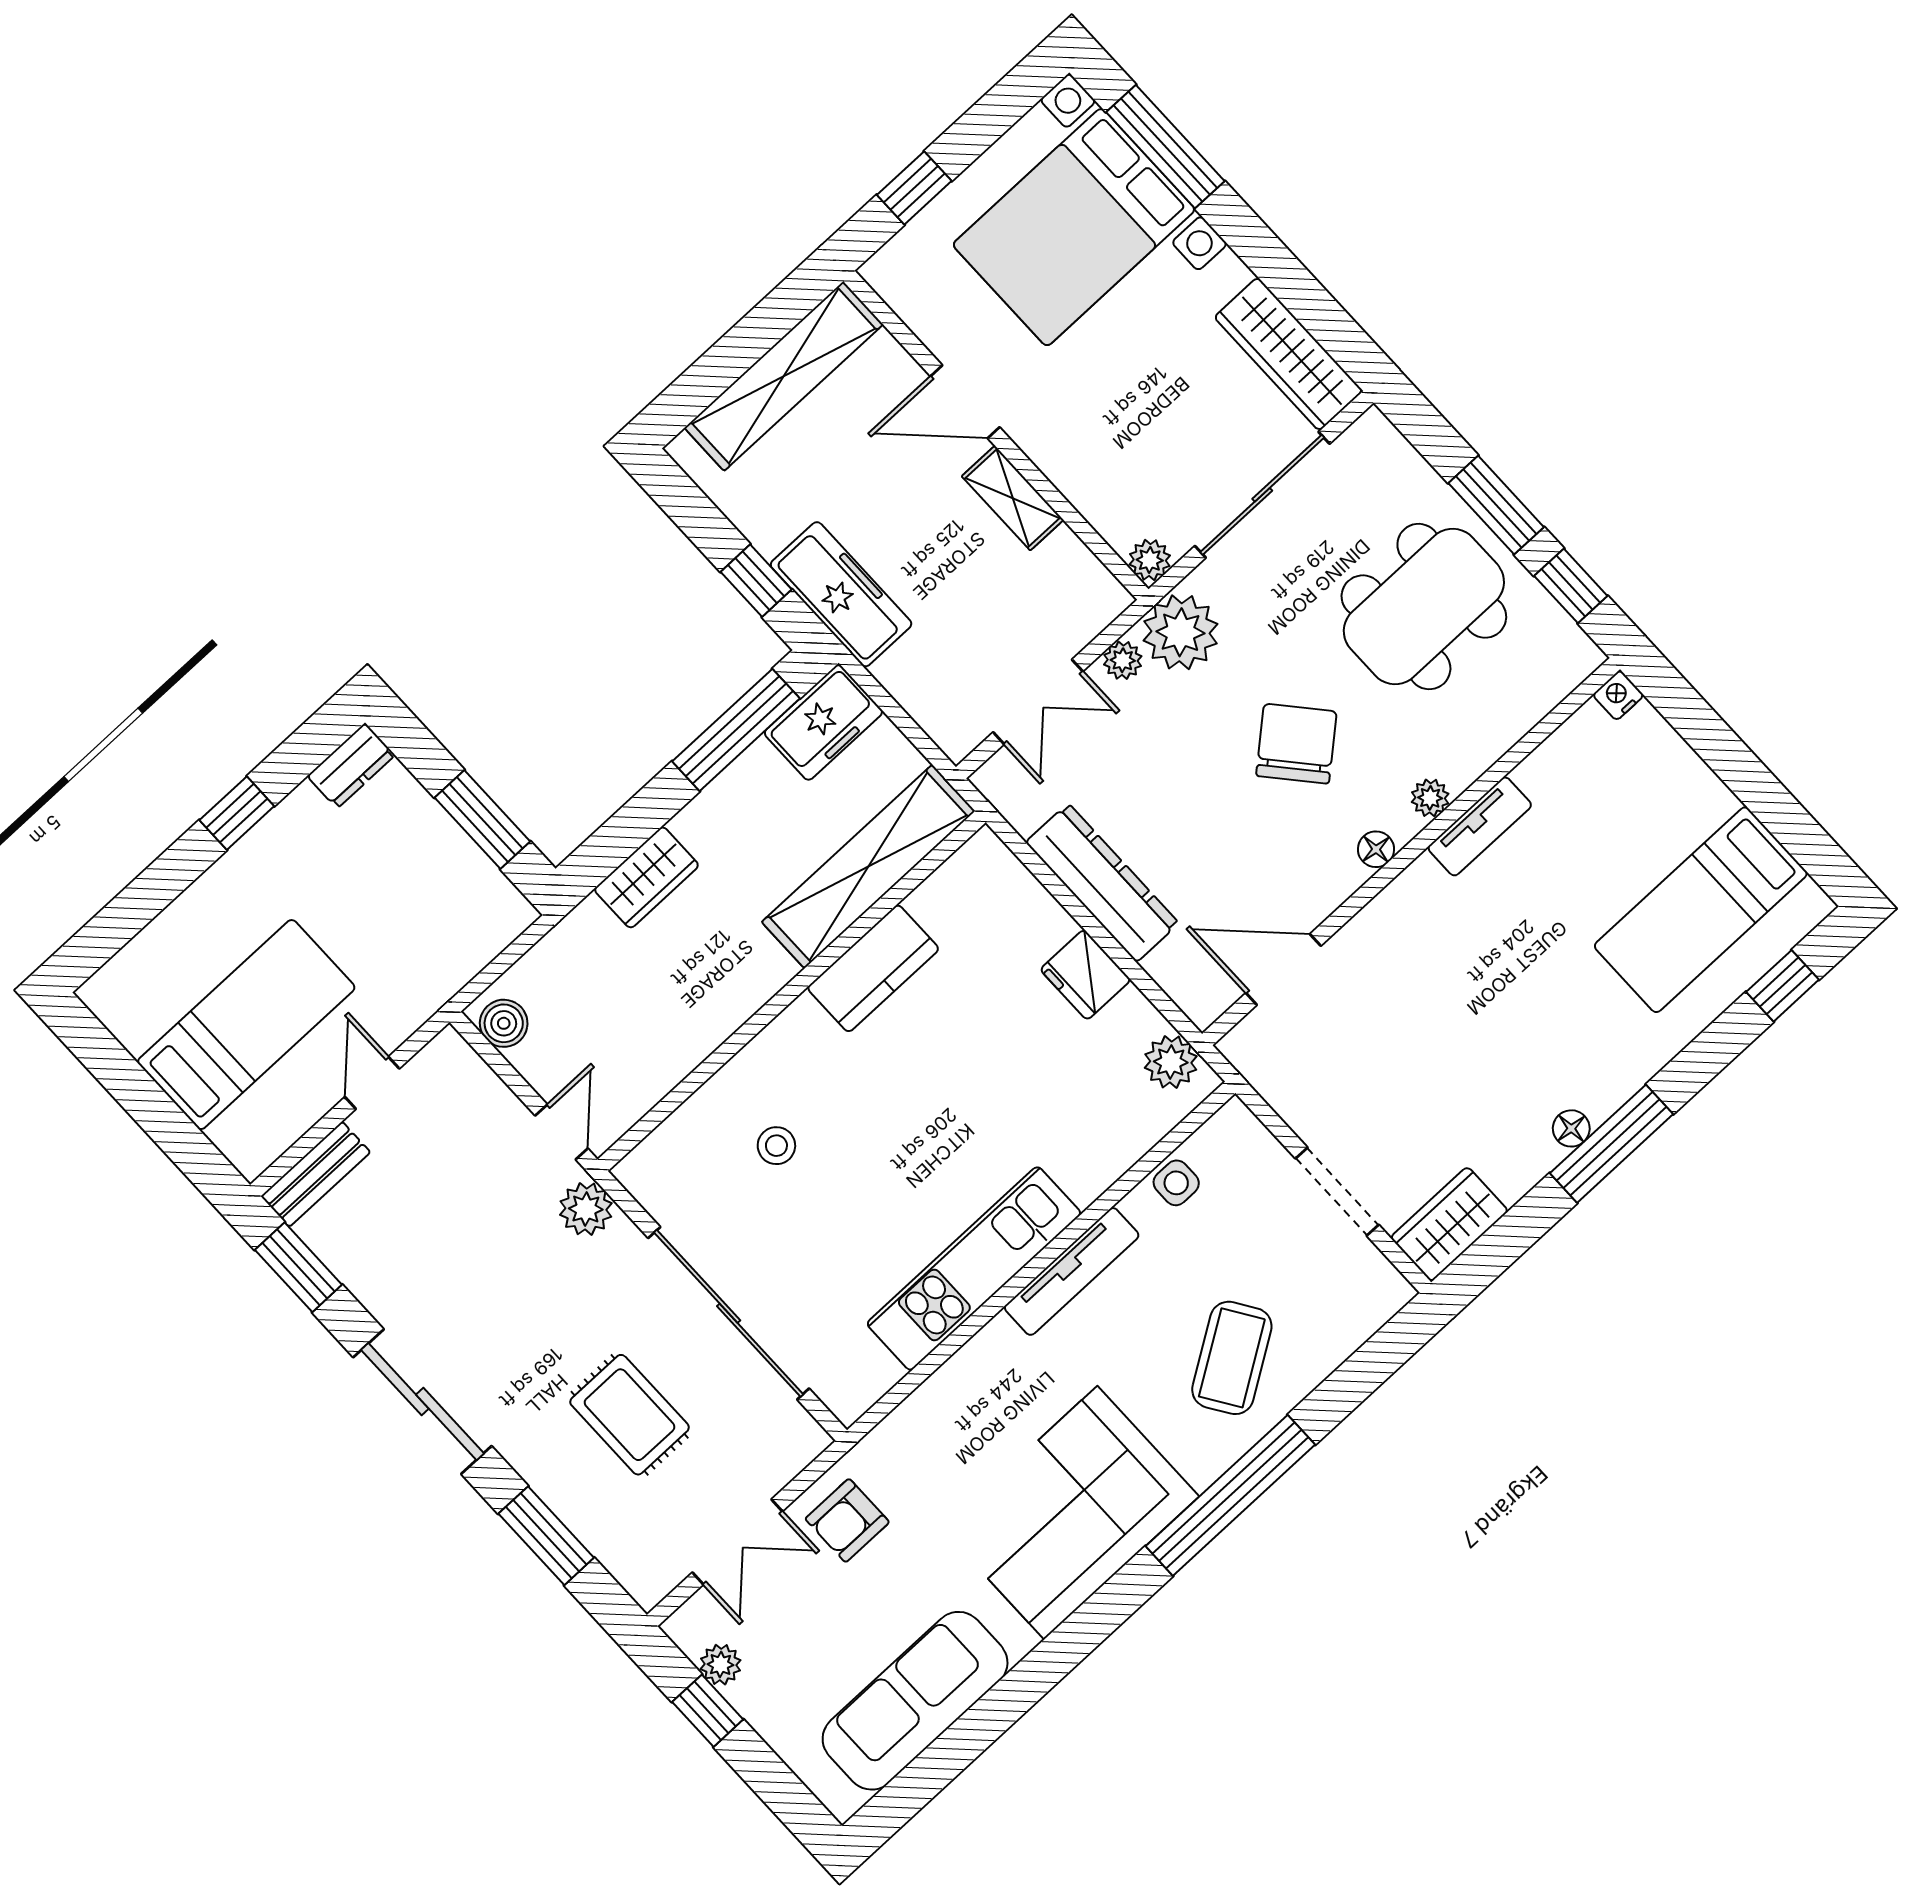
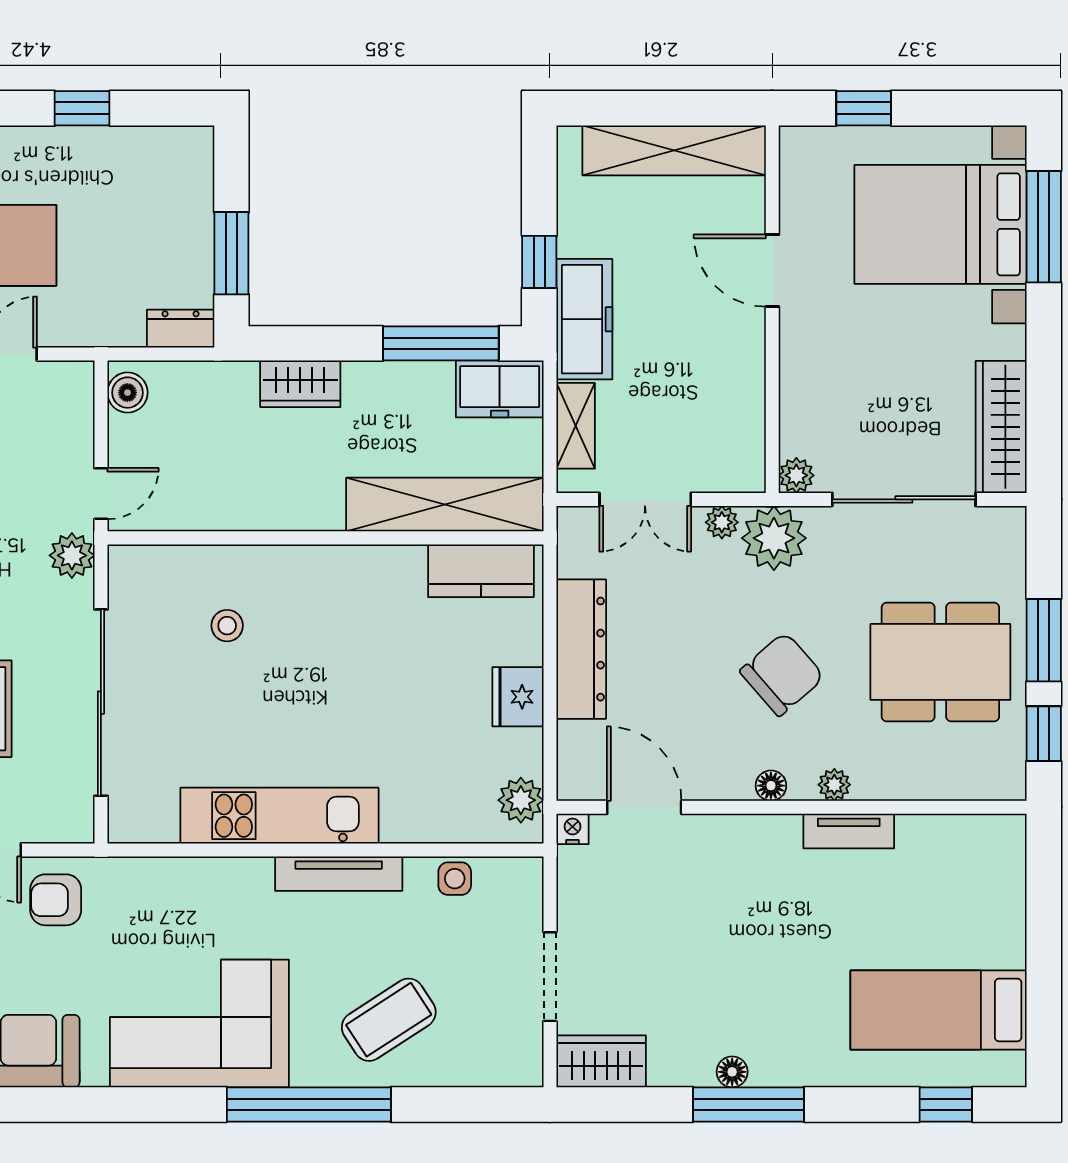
shelving: (1013, 498) -> (576, 426), moved
nightstand: (1618, 695) -> (573, 829), moved
dresser: (351, 766) -> (181, 329), moved, turned 180
kitchen counter: (873, 968) -> (481, 571), moved

